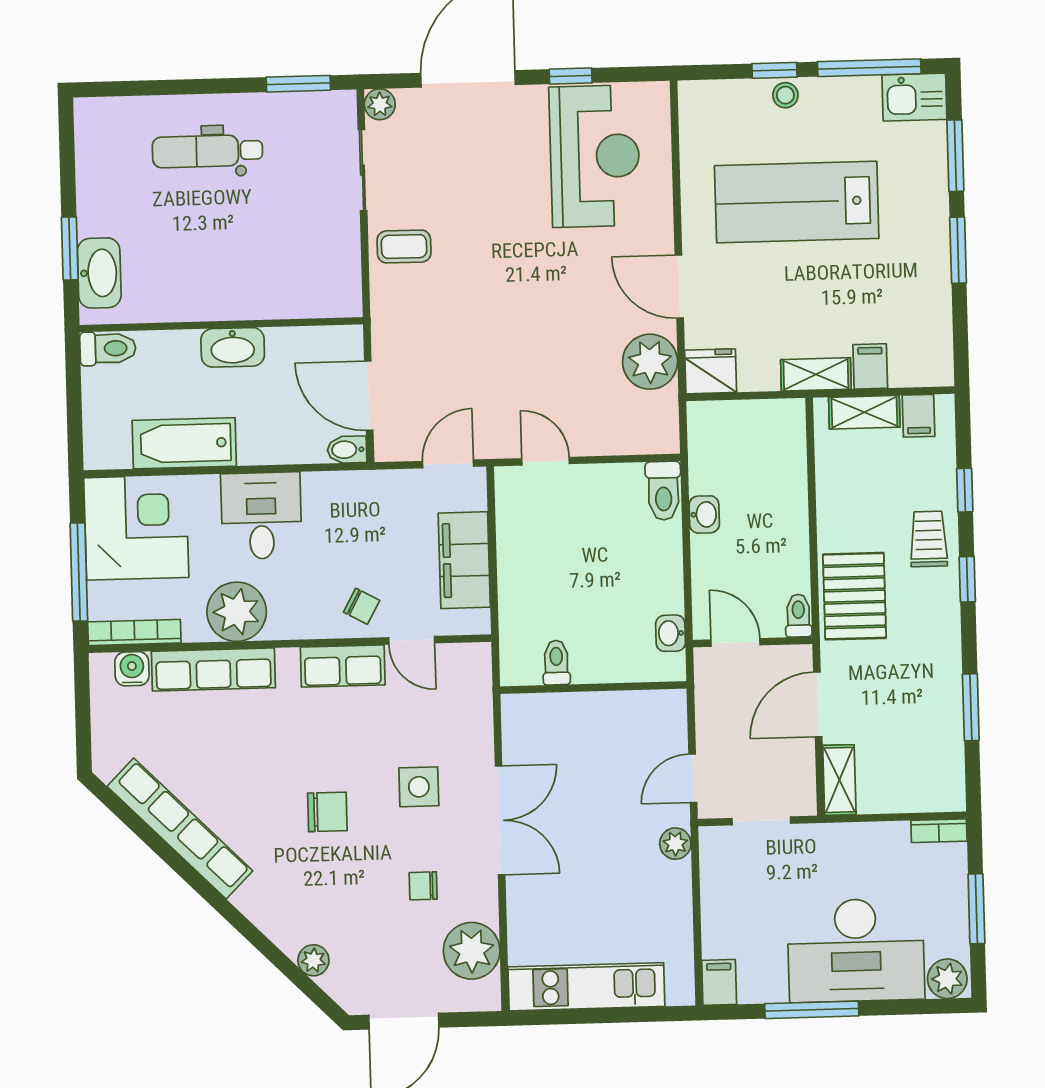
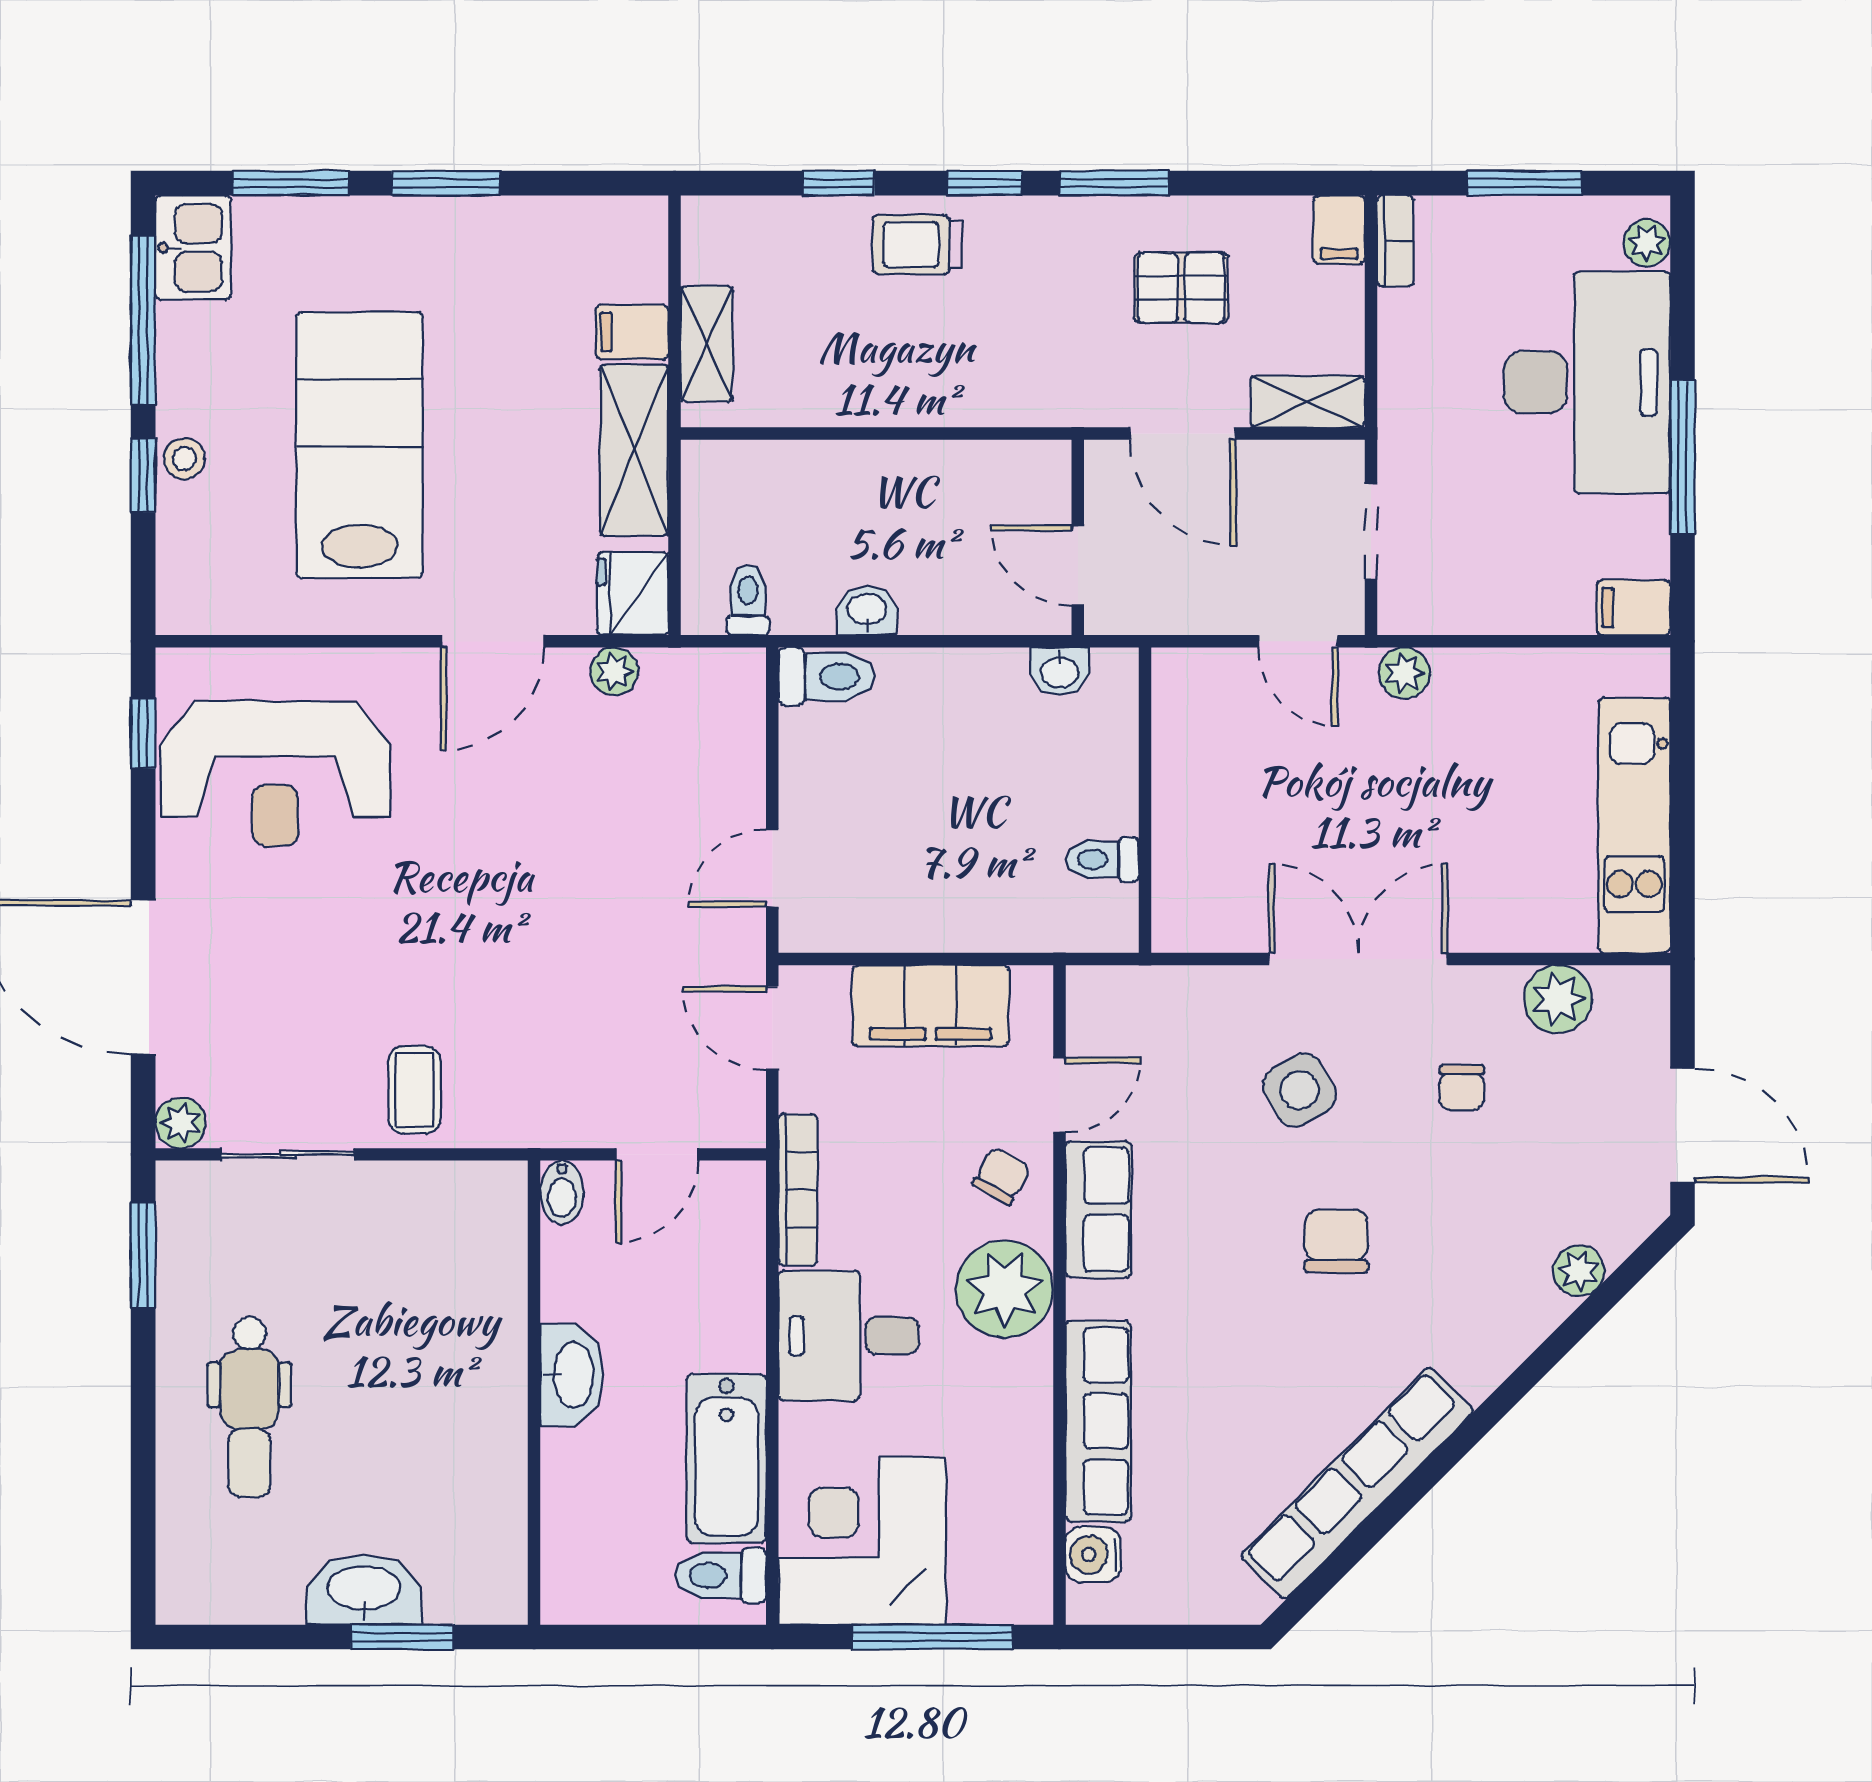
window: (571, 76) -> (143, 733), moved
reception desk: (595, 156) -> (275, 773), turned 180
lab bench: (797, 202) -> (360, 445), turned 180
washbasin: (99, 273) -> (364, 1590), moved
toilet: (108, 348) -> (721, 1575), moved, turned -90
plant: (650, 362) -> (614, 671), width x0.53, depth x0.53
shelving: (816, 374) -> (634, 450), width x1.50, depth x1.33
door: (369, 396) -> (657, 1154), width x0.73
filing cabinet: (919, 416) -> (1339, 230), moved, turned 90
bidet: (347, 450) -> (562, 1193), moved
pallet: (855, 596) -> (1181, 288), moved, width x0.67, depth x0.71
plant: (237, 612) -> (1005, 1289), moved
toilet: (798, 616) -> (748, 600), moved, turned 90
bookcase: (134, 632) -> (798, 1190), moved, turned 180
door: (735, 642) -> (1078, 565), hinge flipped
window: (971, 707) -> (1114, 183), moved
side table: (419, 787) -> (1300, 1090), turned -31
plant: (472, 951) -> (1558, 999), width x0.73, depth x0.73
plant: (947, 979) -> (1647, 243), width x0.73, depth x0.73

